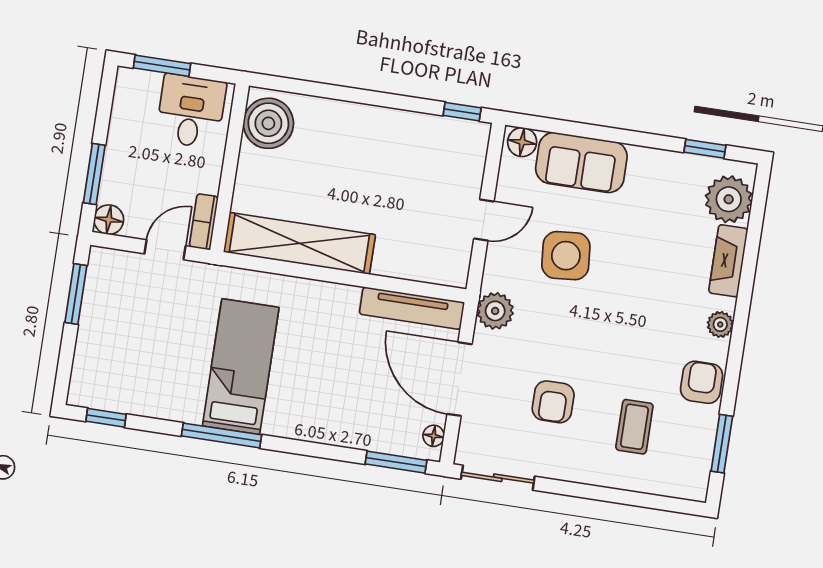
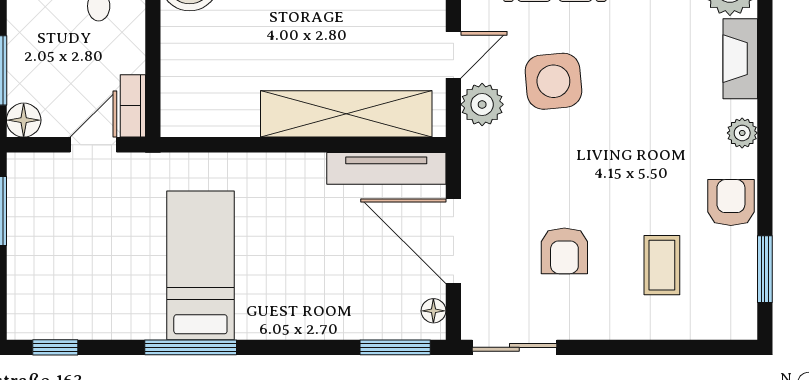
shelving: (299, 243) -> (346, 114), moved
plant: (495, 311) -> (482, 104), moved

